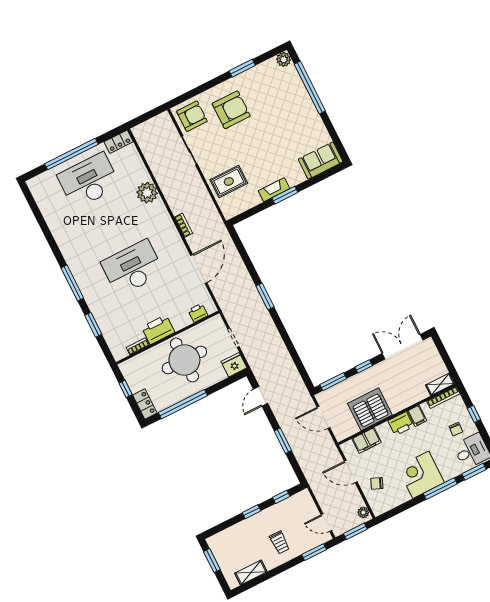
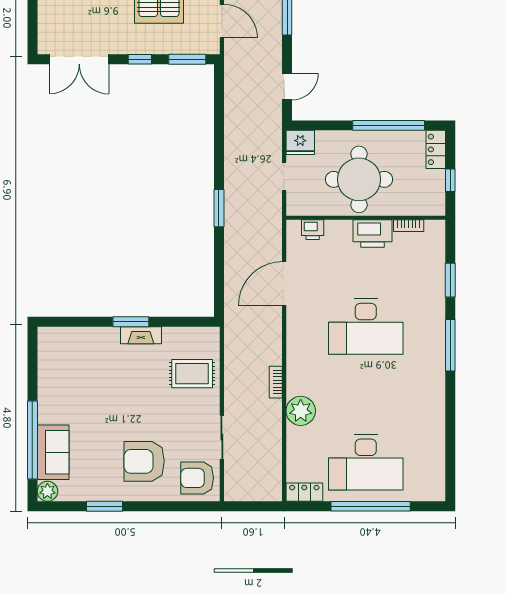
sofa: (321, 161) -> (53, 452), moved, turned -90
bookcase: (183, 225) -> (276, 382), moved

